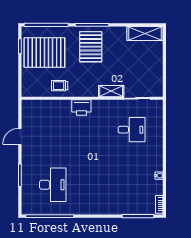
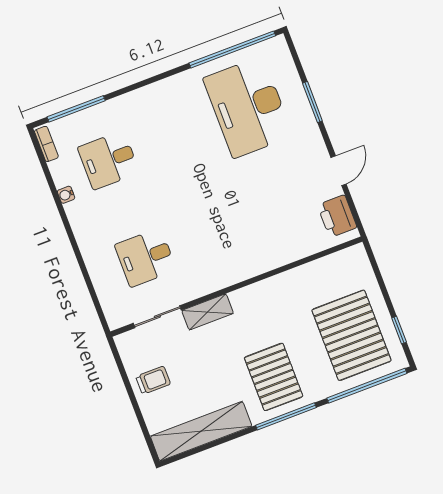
shelving: (145, 33) -> (201, 431), width x1.47
pallet: (44, 53) -> (351, 335), turned 90
trolley: (60, 86) -> (153, 380), moved
printer: (81, 108) -> (337, 216), moved, turned -90
desk: (53, 185) -> (248, 107), width x1.36, depth x1.30
desk: (132, 185) -> (109, 160), added

